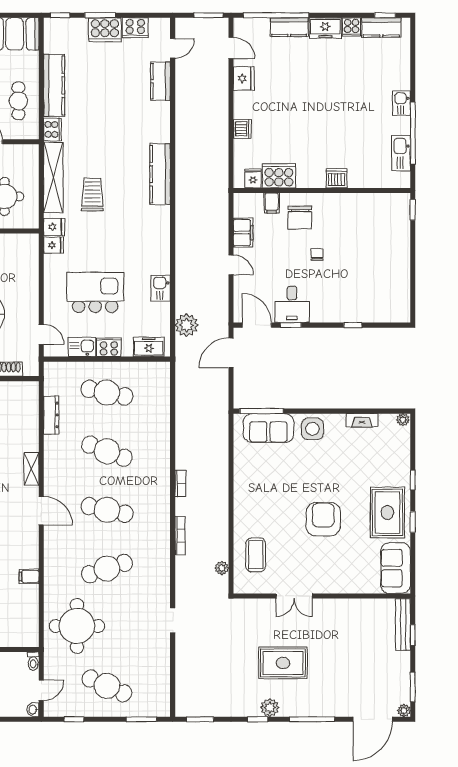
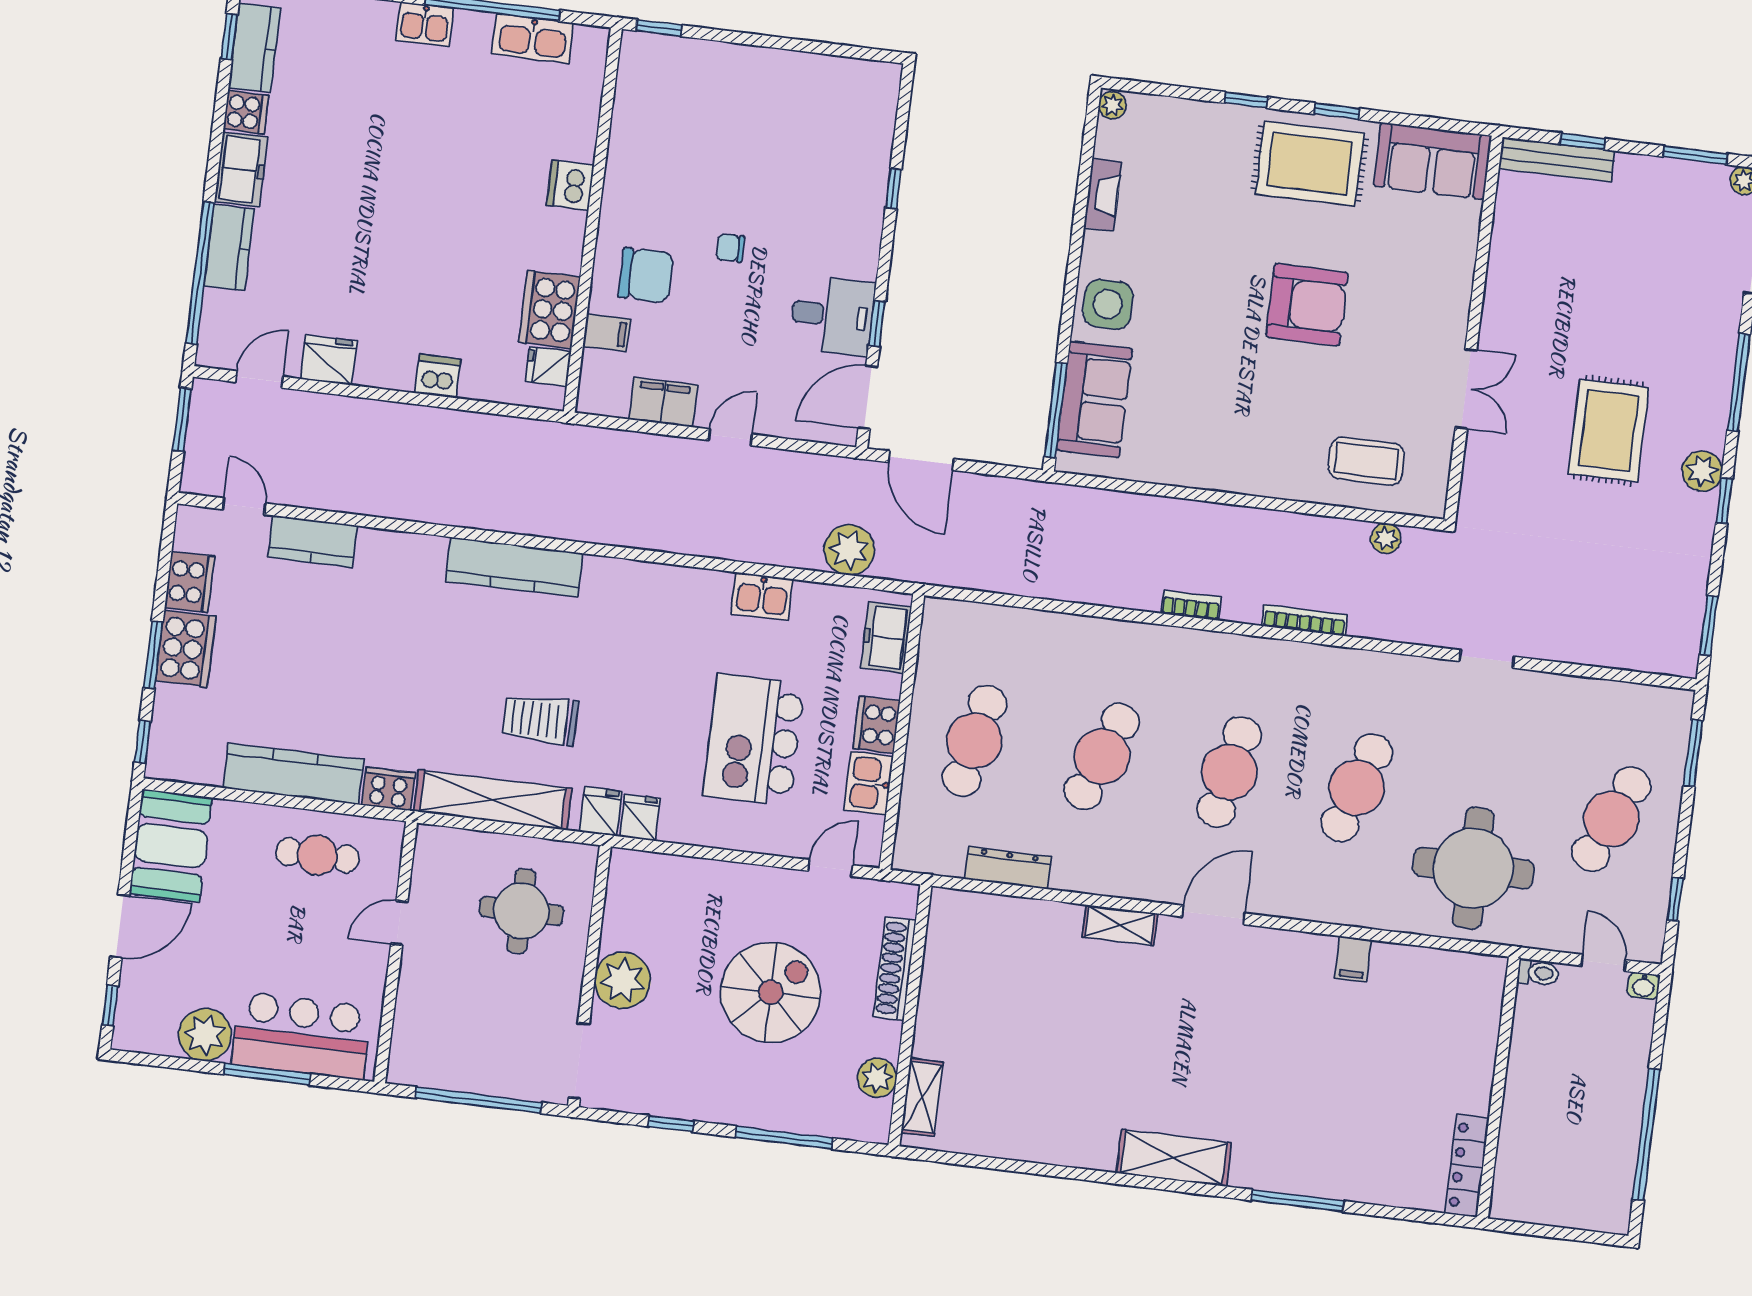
armchair: (323, 519) -> (1307, 305), turned 180
cafe table: (107, 569) -> (1357, 788), turned 36

